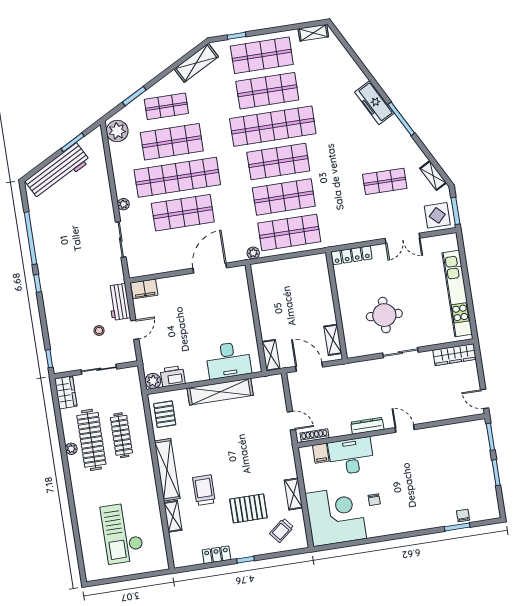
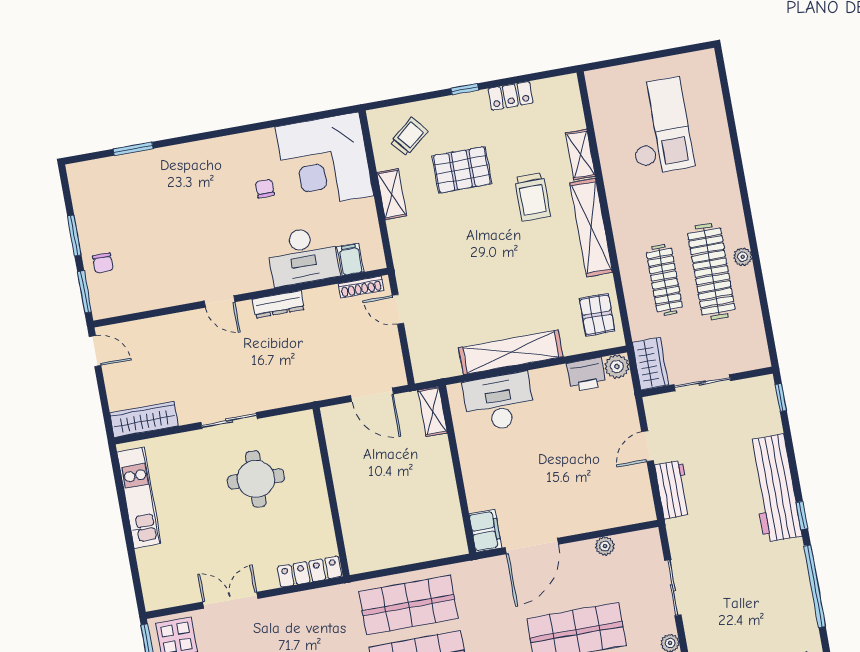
plant: (253, 253) -> (605, 546), moved
filing cabinet: (144, 289) -> (485, 531), moved, turned 90
kitchen unit: (457, 294) -> (139, 498), width x0.73
workbench: (55, 301) -> (774, 488), added
stool: (99, 331) -> (703, 444), removed
shelving: (333, 340) -> (336, 438), removed
wardrobe: (66, 392) -> (651, 364), moved, turned 180
chair: (463, 516) -> (103, 263), moved

